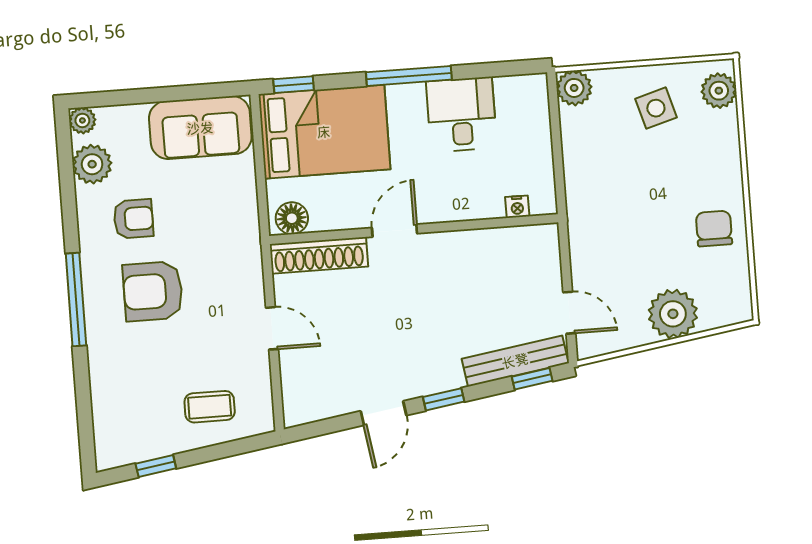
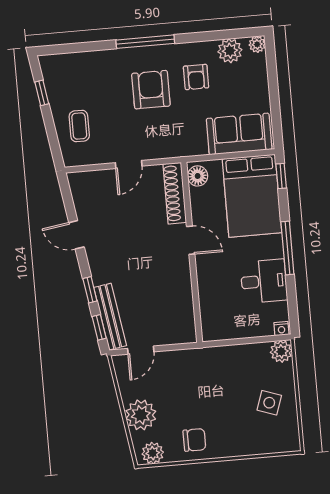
plant: (719, 91) -> (153, 453), moved
side table: (656, 108) -> (269, 403), turned 35
sofa: (200, 128) -> (239, 134), moved, turned 90
nightstand: (517, 207) -> (281, 329), moved, turned -90
window: (444, 399) -> (90, 290), moved

